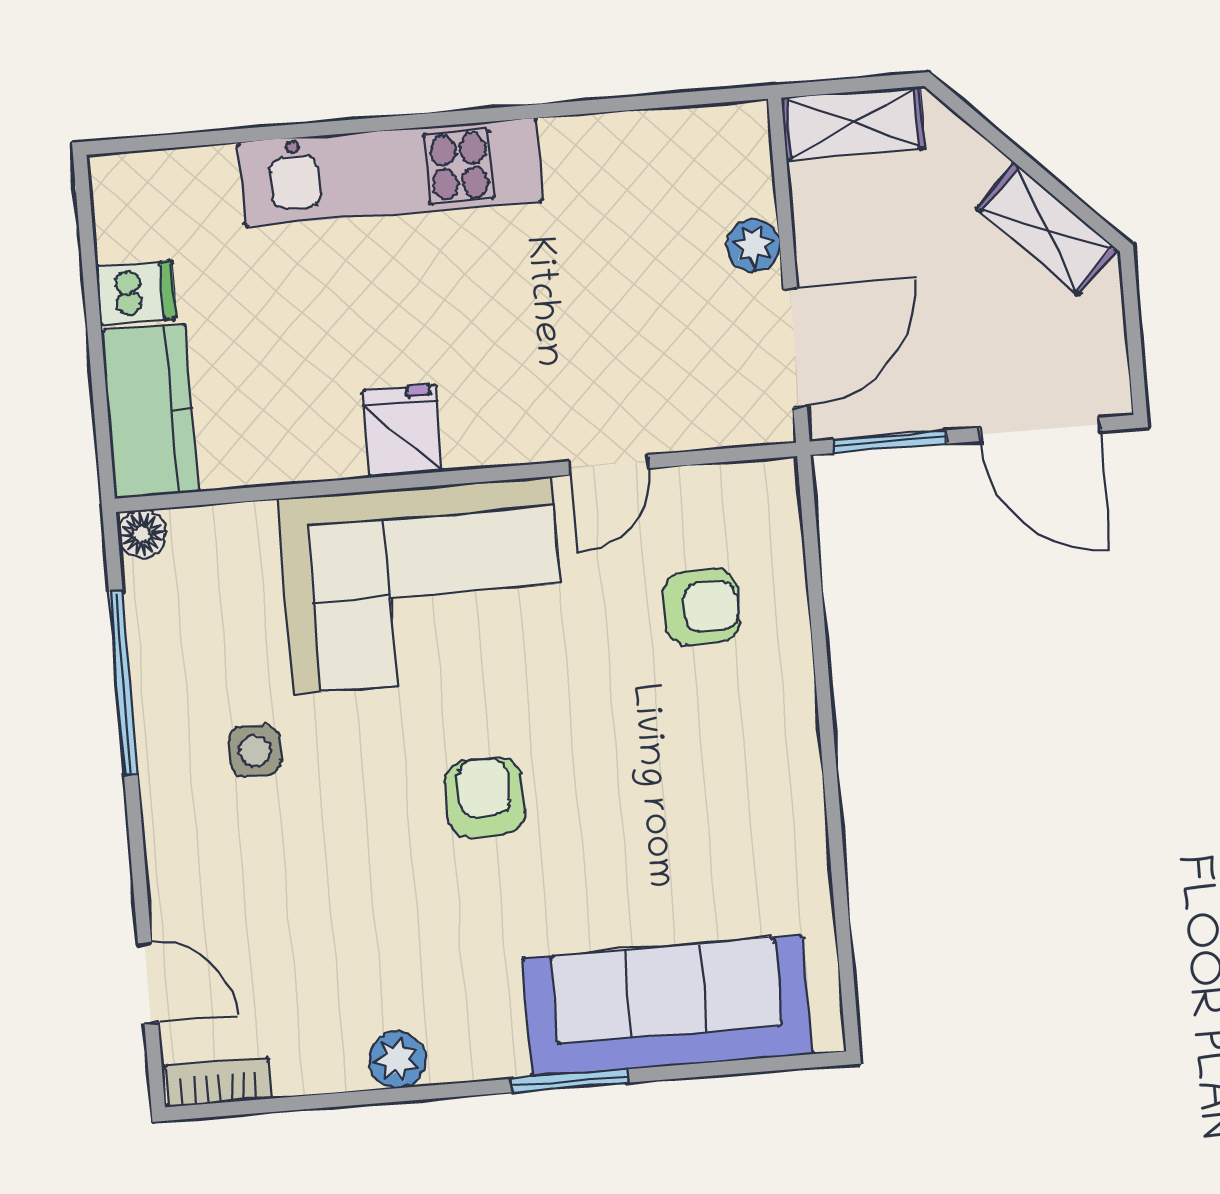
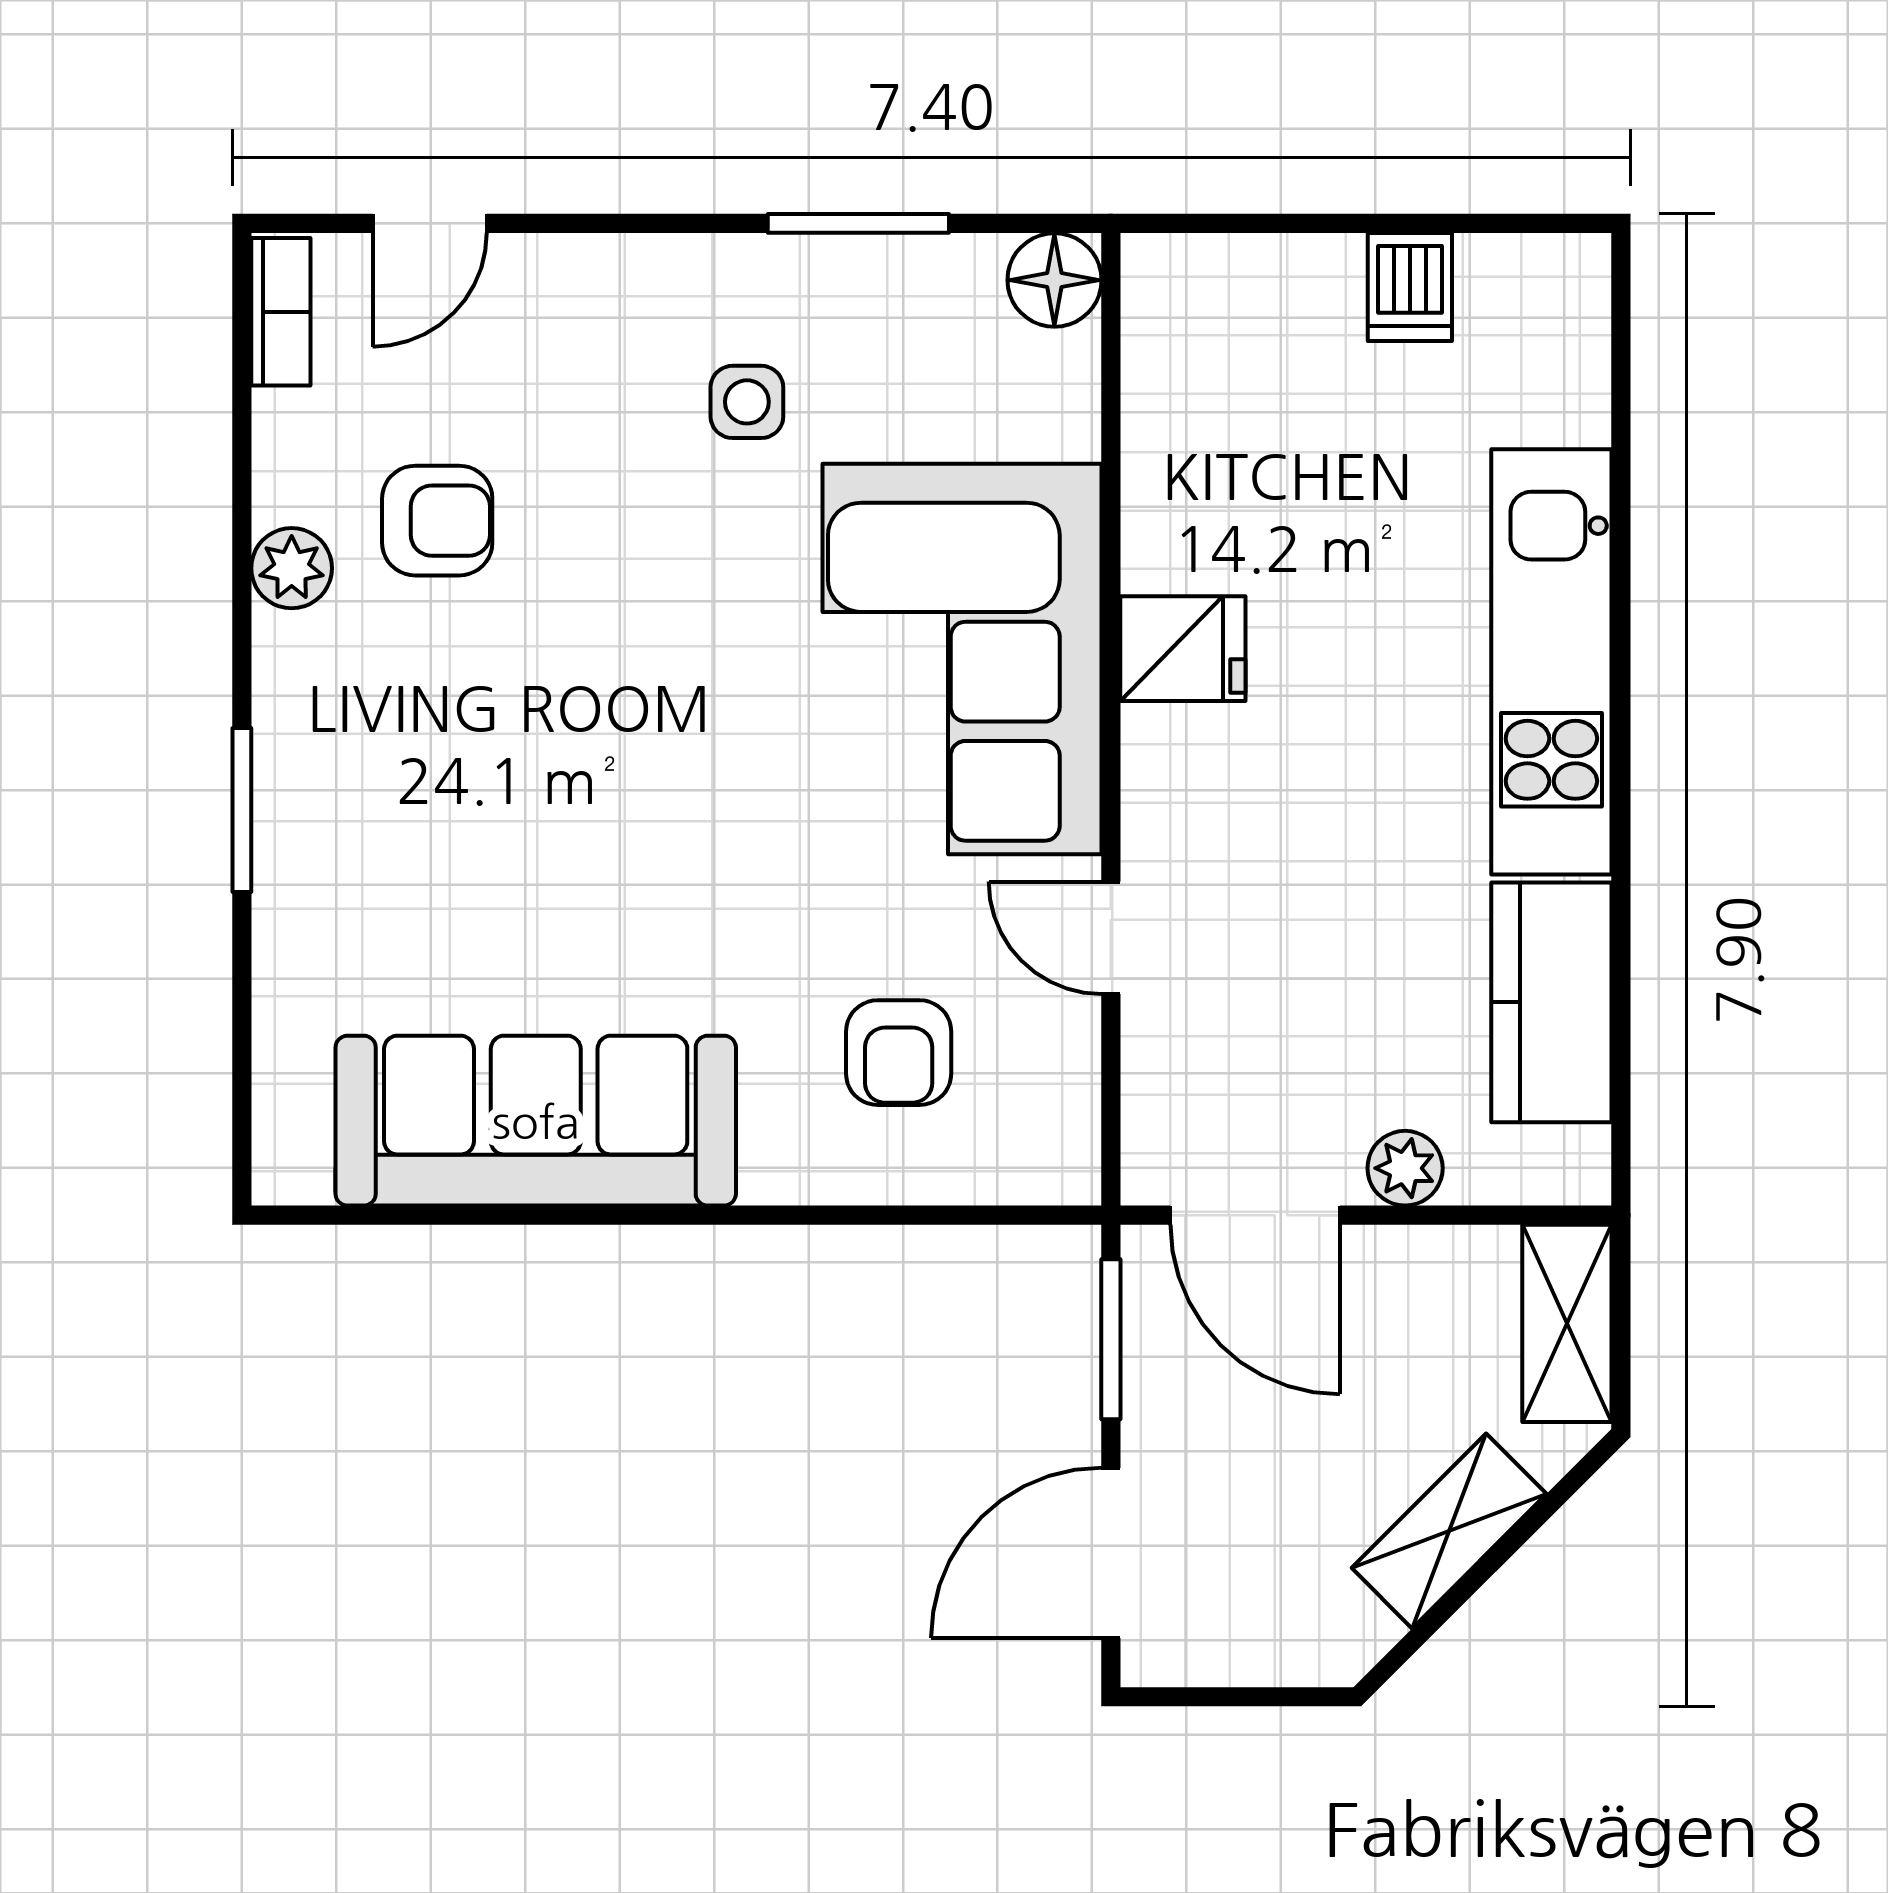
shelving: (1047, 229) -> (1449, 1531), moved
kitchen counter: (150, 411) -> (1551, 1002), moved, turned 90
floor lamp: (142, 534) -> (1054, 280), width x1.37, depth x1.37
window: (123, 683) -> (858, 223), width x0.69
armchair: (485, 797) -> (437, 521), moved
sofa: (667, 1006) -> (536, 1121), moved, turned -90

